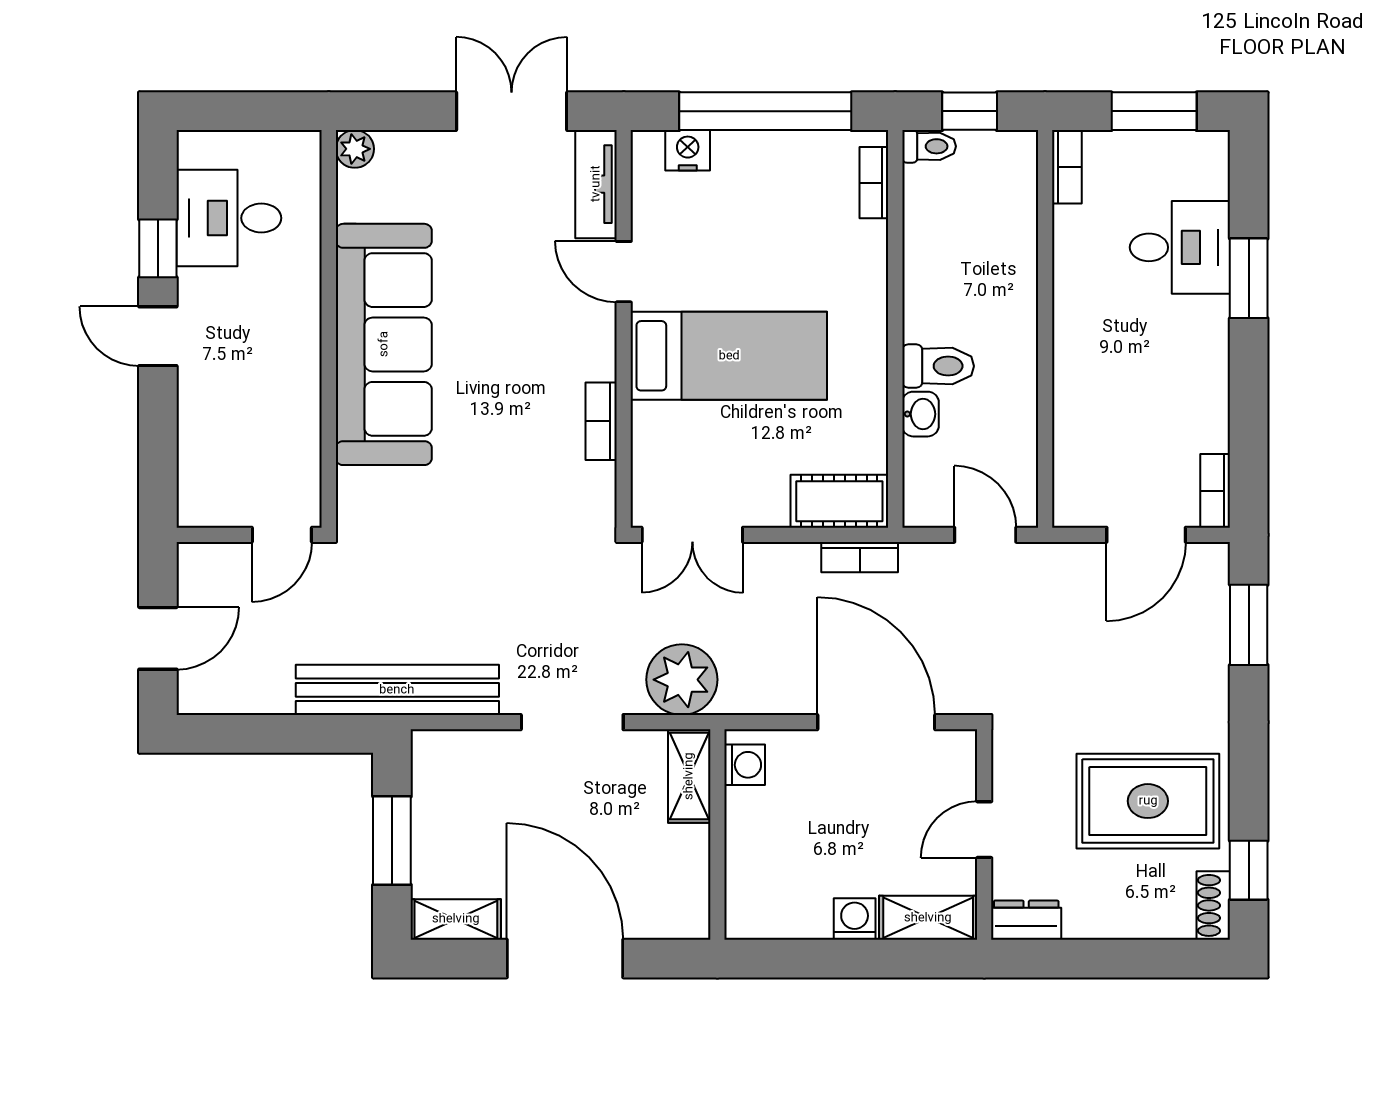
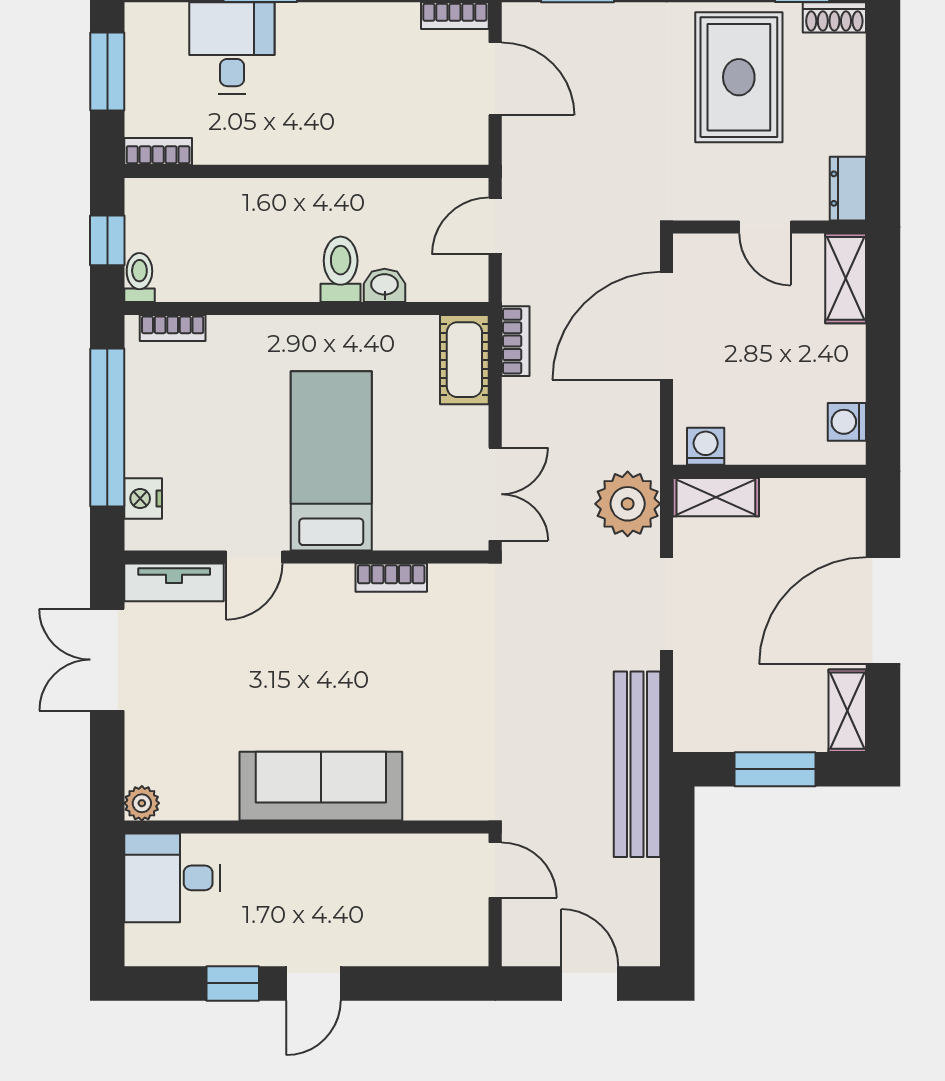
desk: (229, 218) -> (172, 878), moved, turned 90
sofa: (384, 344) -> (321, 786), width x0.74, depth x0.79
washing machine: (855, 919) -> (847, 422), moved

